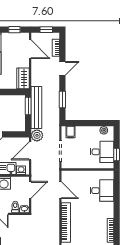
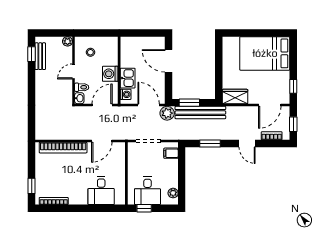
window: (28, 106) -> (189, 103), moved
door: (30, 190) -> (102, 105), swing flipped

